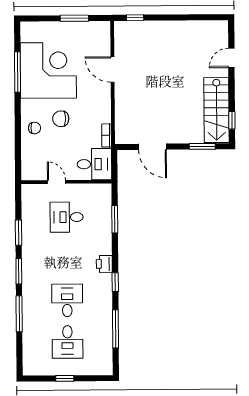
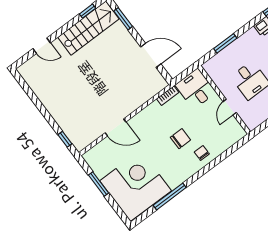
door: (113, 69) -> (116, 127), hinge flipped
corner desk: (48, 70) -> (136, 186), moved, turned 90
chair: (61, 119) -> (180, 139), turned -90
door: (152, 147) -> (151, 55), hinge flipped

